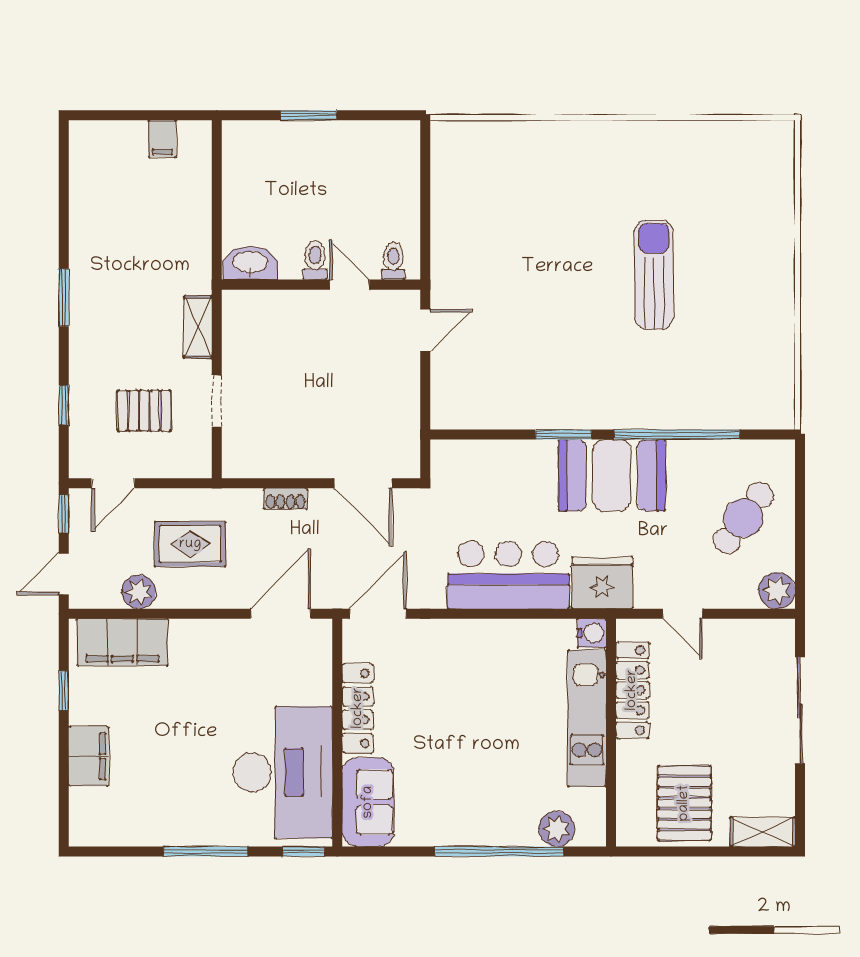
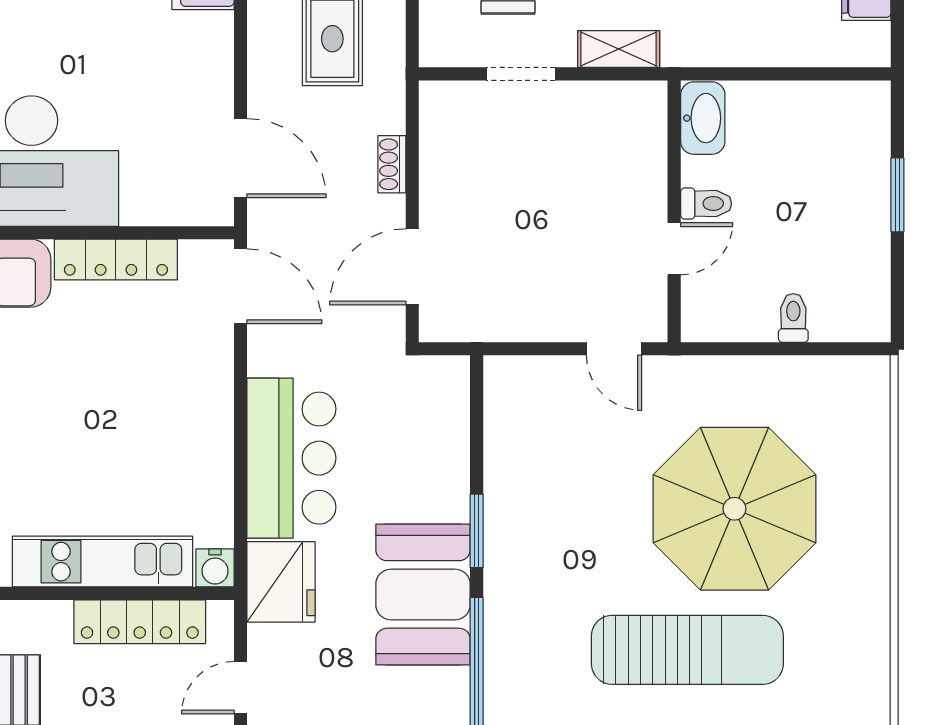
parasol: (547, 239) -> (734, 509), added
toilet: (393, 261) -> (793, 318), moved, turned -90
sun lounger: (654, 275) -> (687, 650), width x1.36, depth x1.34

